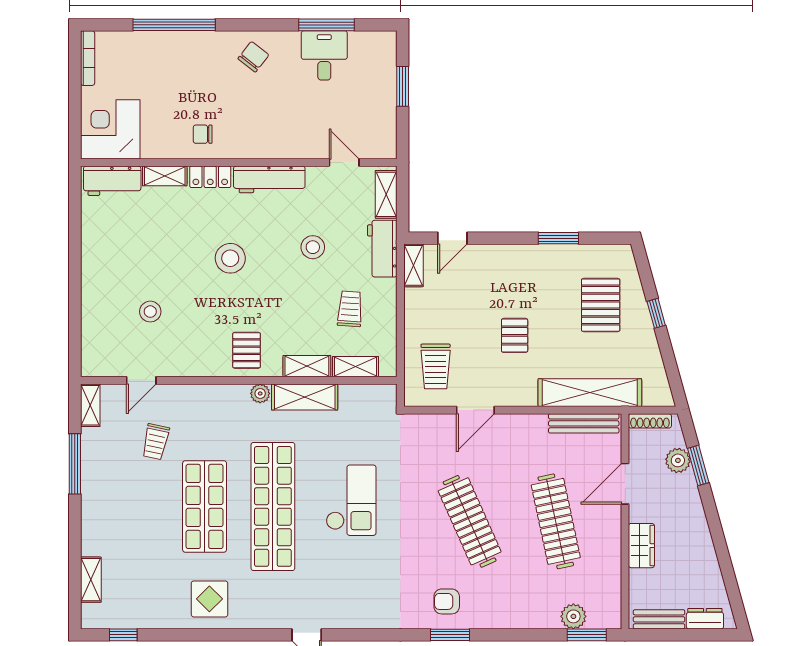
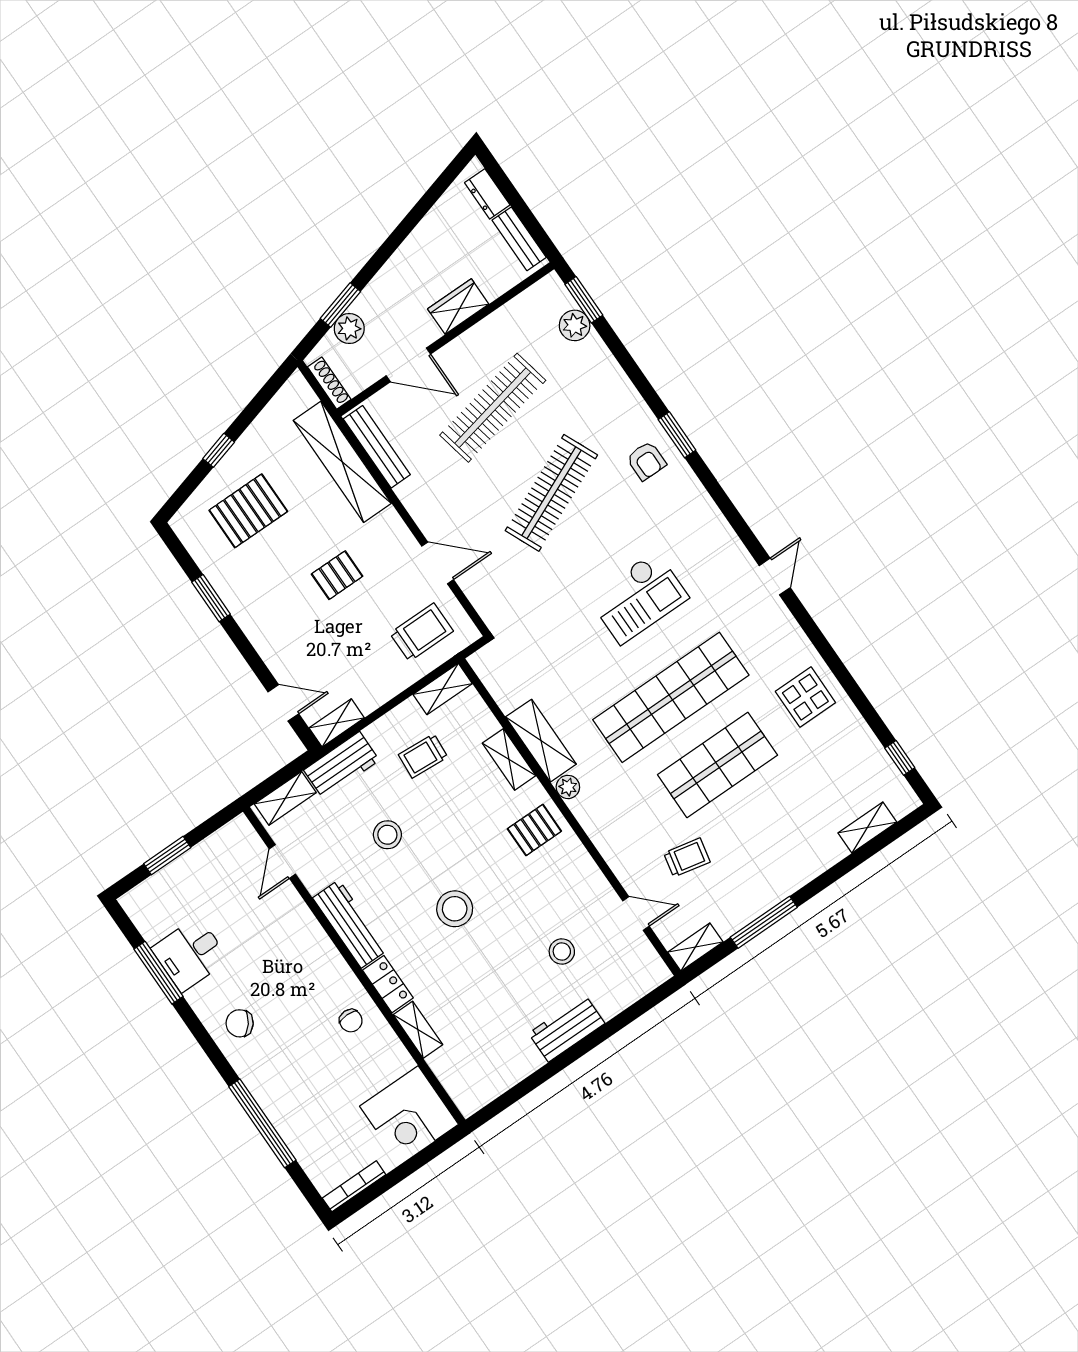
workbench: (112, 181) -> (567, 1028), moved, turned -90
shelving: (355, 367) -> (443, 689), moved, turned 90
checkout: (351, 500) -> (638, 598), moved, turned 180

